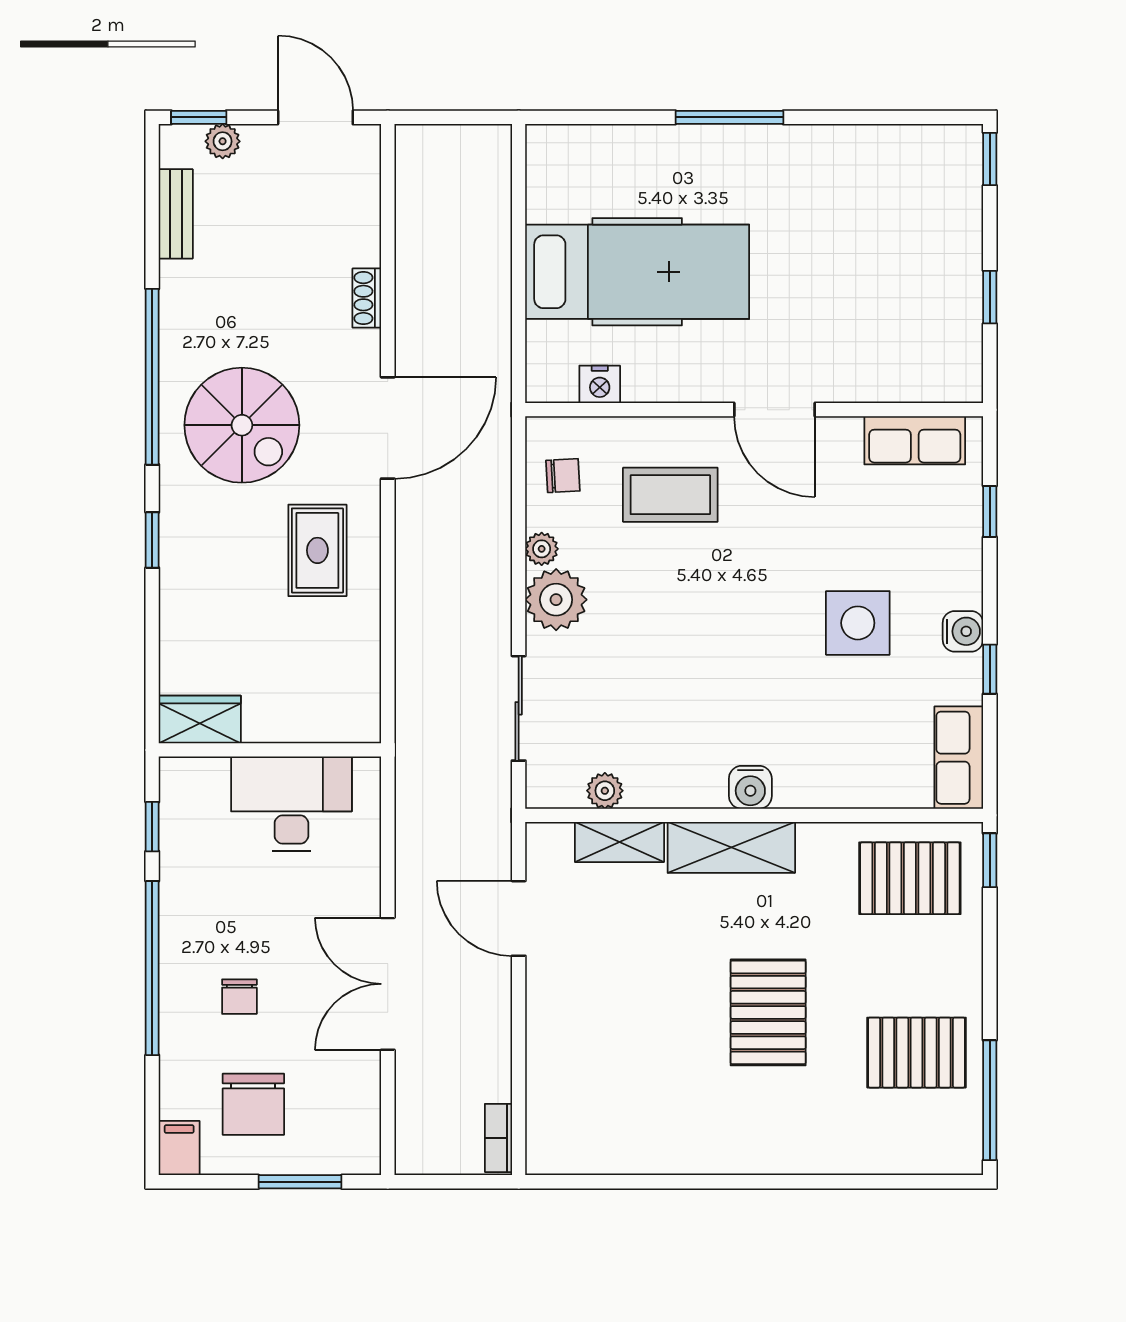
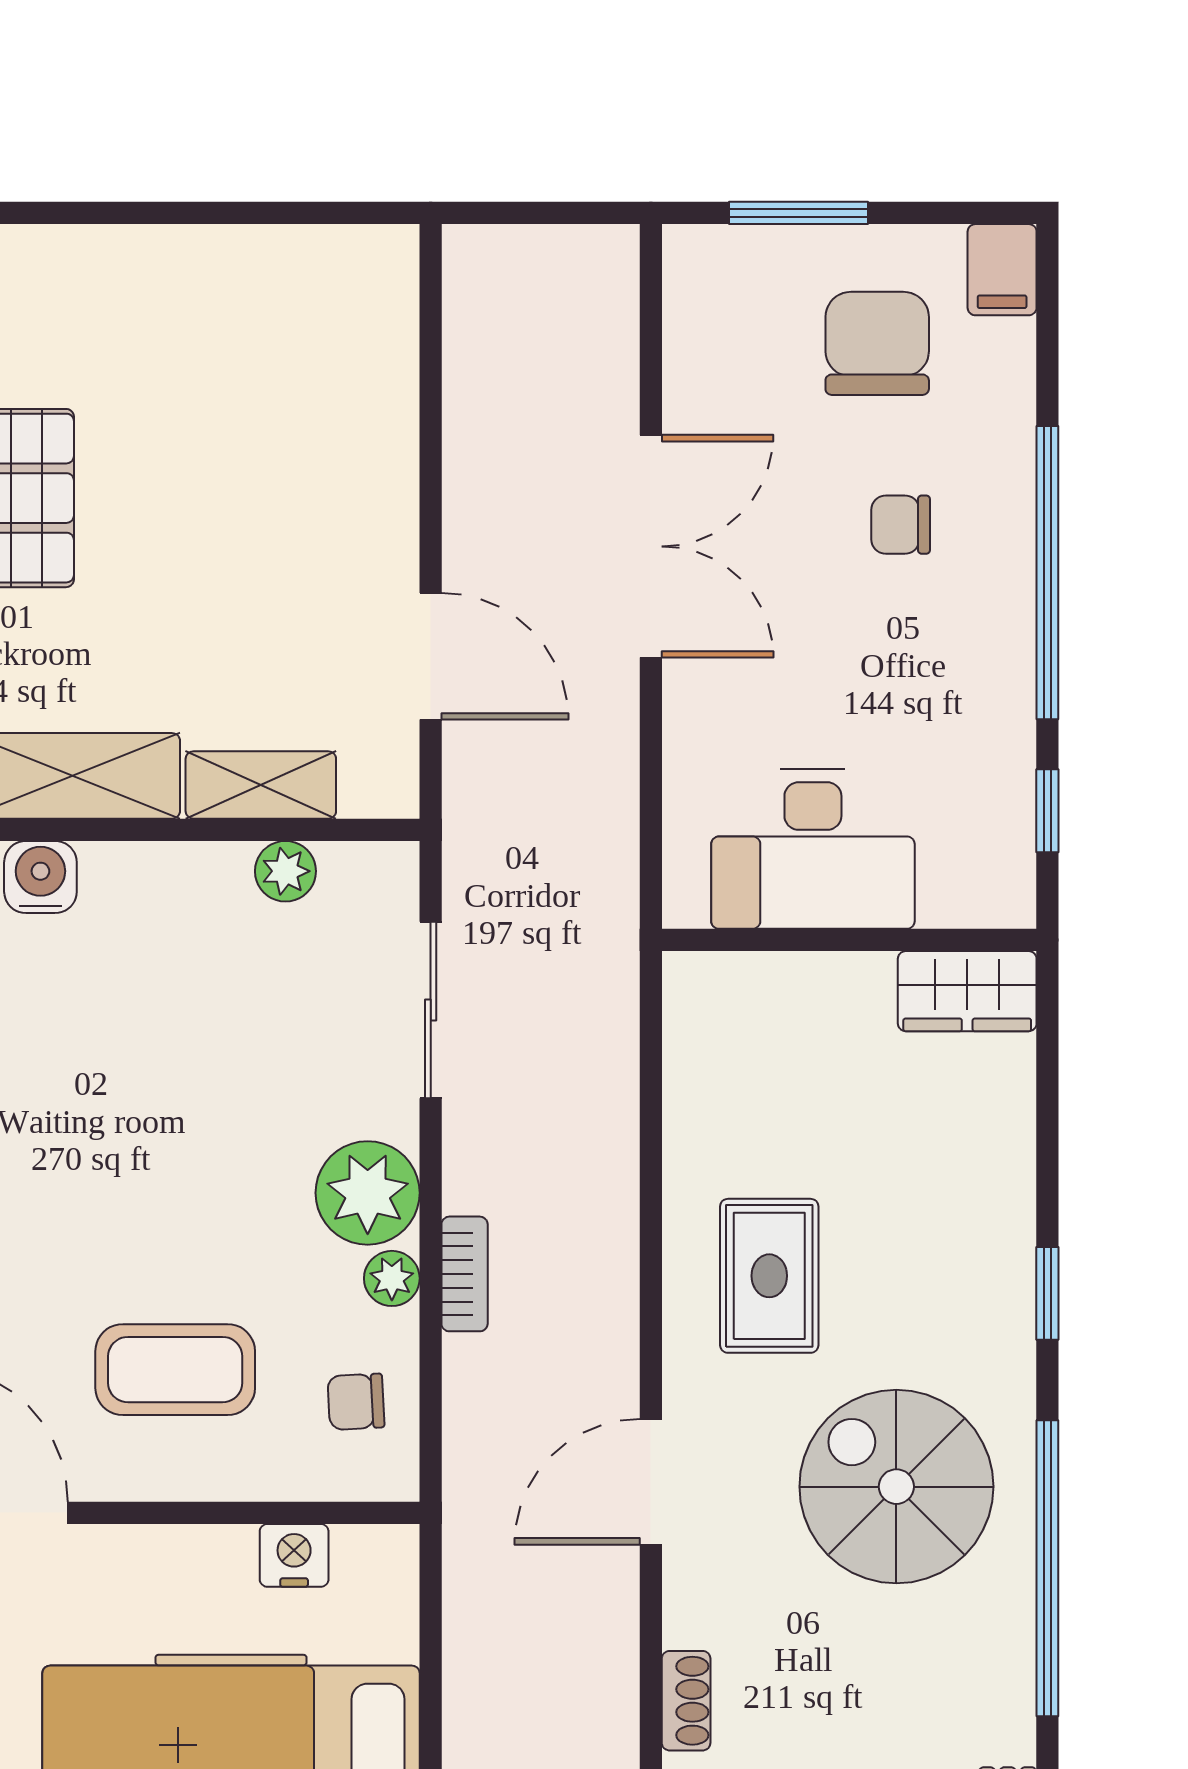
door: (388, 428) -> (651, 1482), width x0.73
chair: (239, 997) -> (901, 525), turned -90
bookcase: (498, 1138) -> (465, 1274), moved

